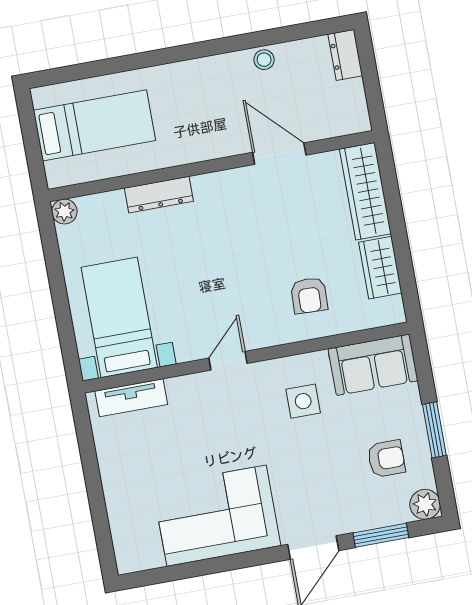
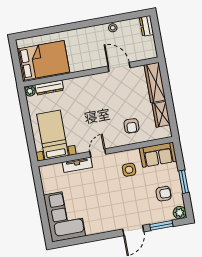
bed: (94, 125) -> (43, 60), width x1.50
dresser: (159, 195) -> (49, 88), moved
tv unit: (131, 398) -> (77, 165), moved
corner sofa: (217, 516) -> (65, 216), moved, turned 90

